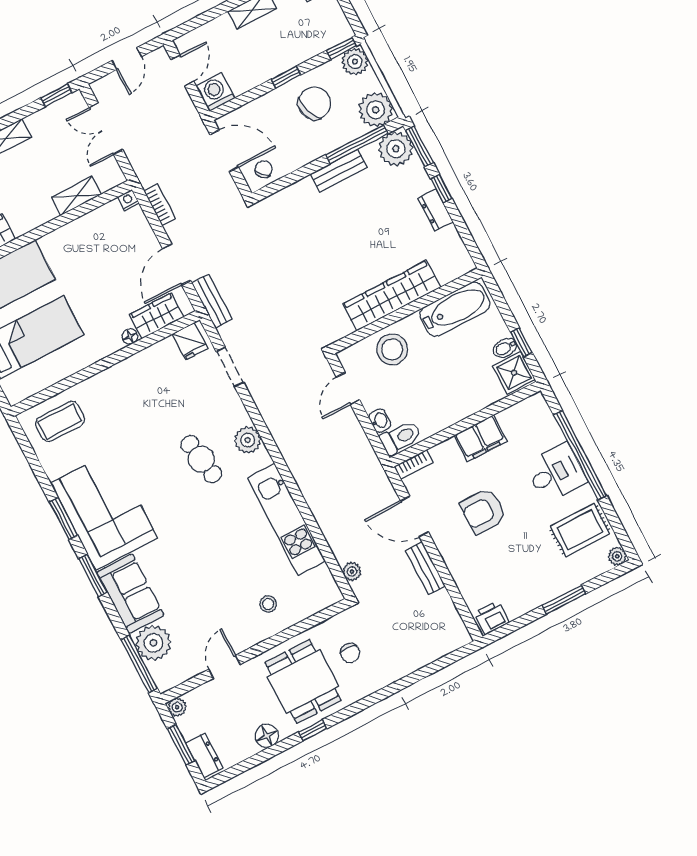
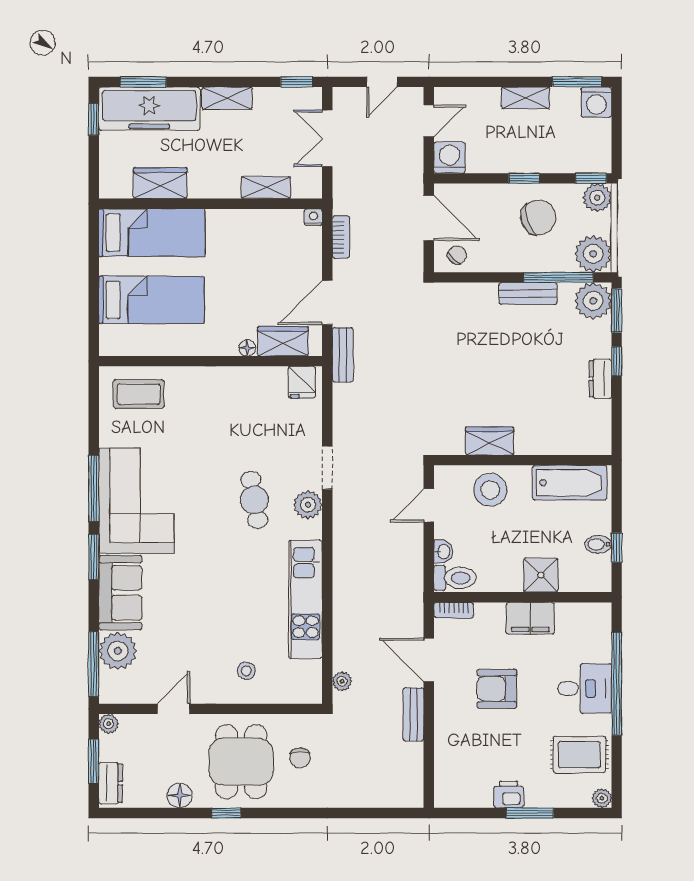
wardrobe: (391, 296) -> (490, 441), width x0.48, depth x0.85
doorway: (230, 367) -> (327, 468), moved
shower: (514, 373) -> (541, 575), moved
window: (63, 519) -> (94, 488), width x1.44
printer: (491, 618) -> (509, 794), moved

